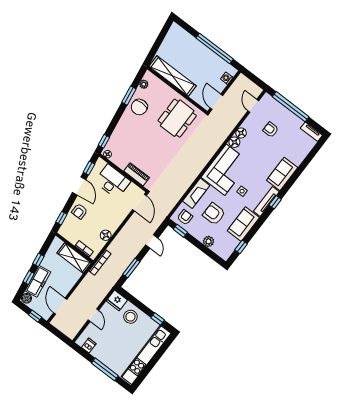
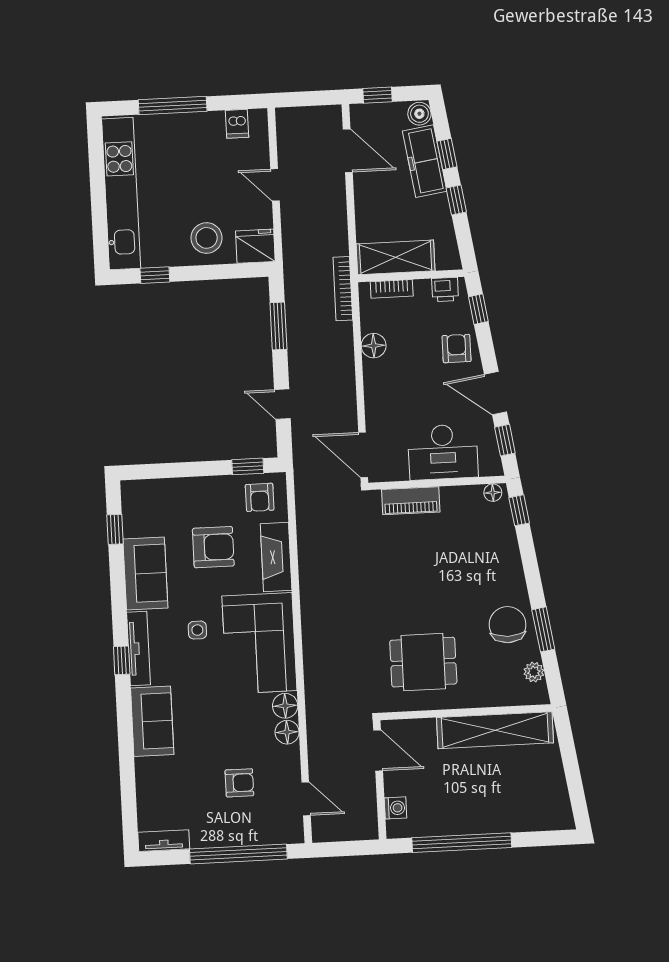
dining table: (177, 118) -> (423, 662), width x0.73
printer: (67, 234) -> (445, 289), added
plant: (209, 241) -> (181, 490), removed

